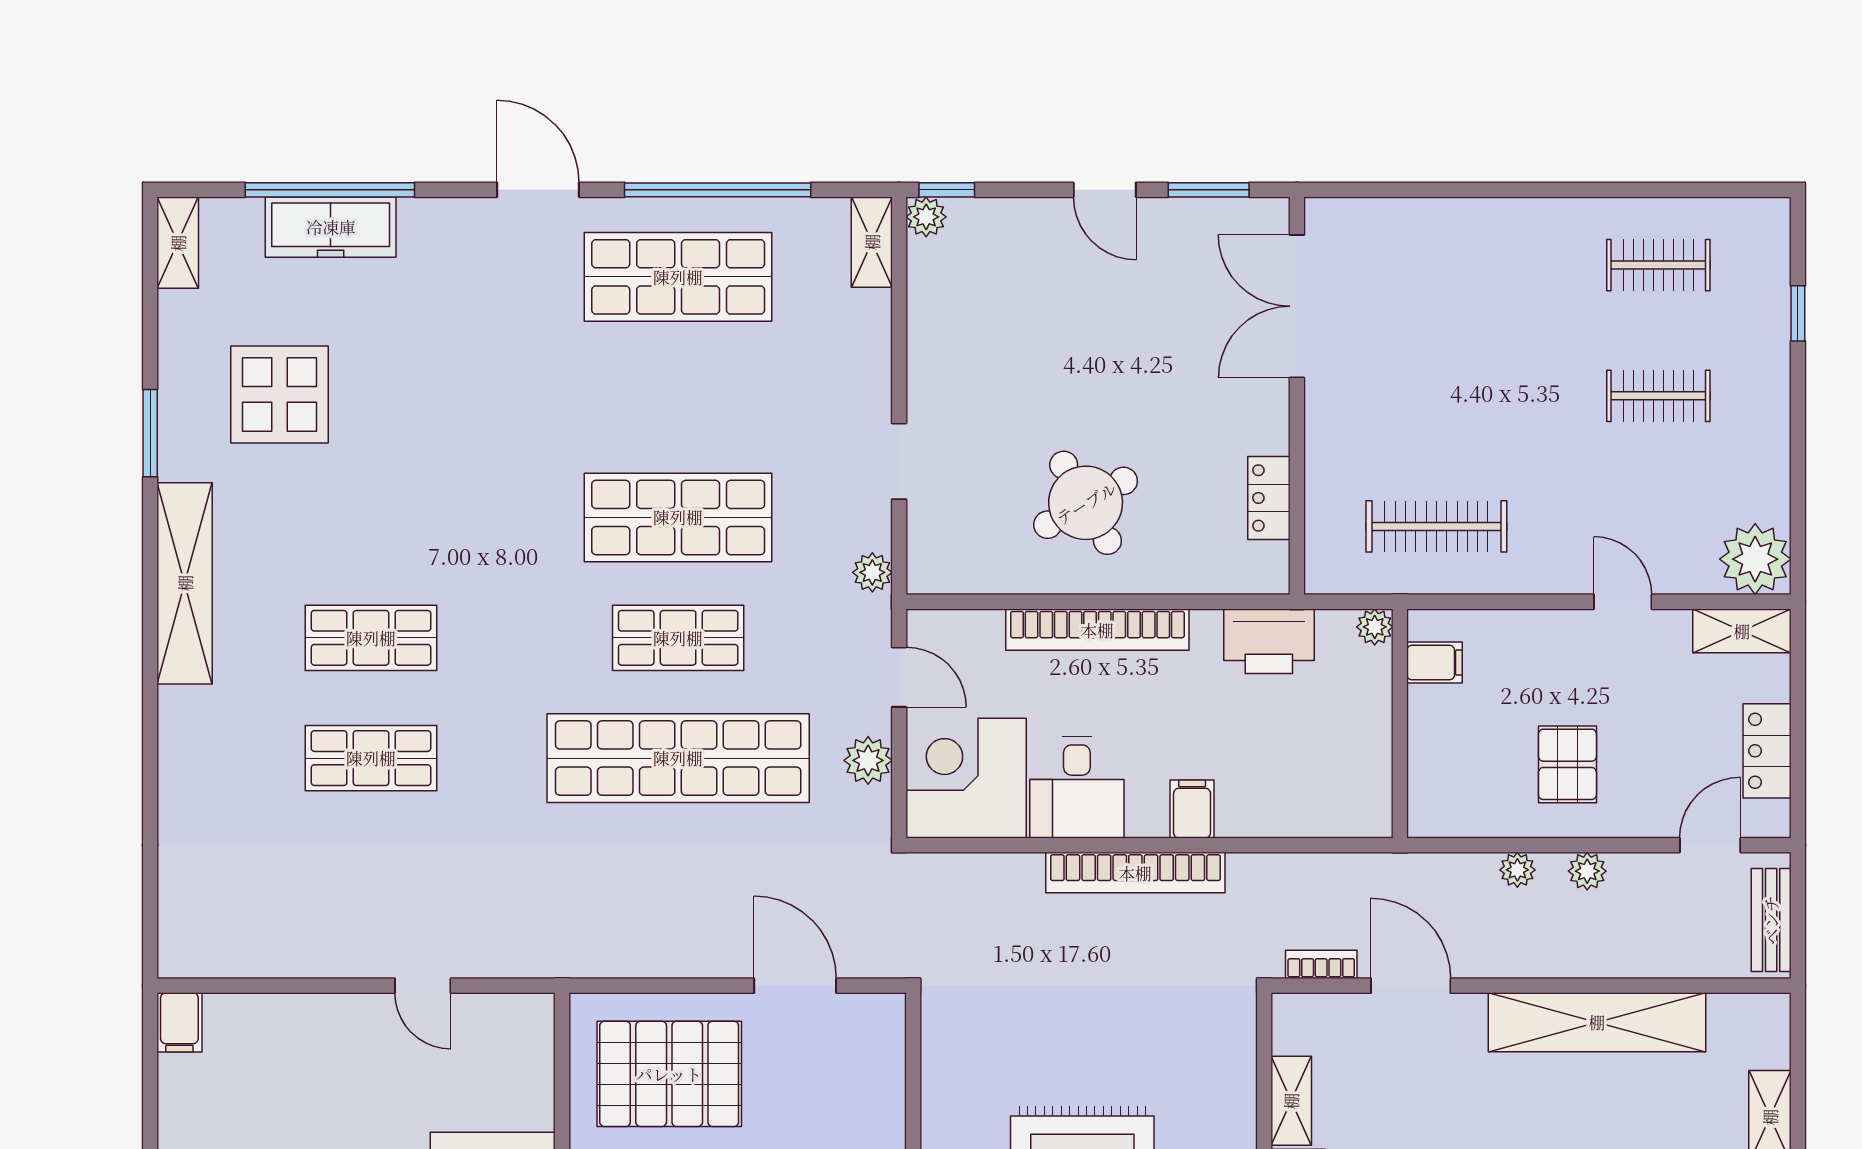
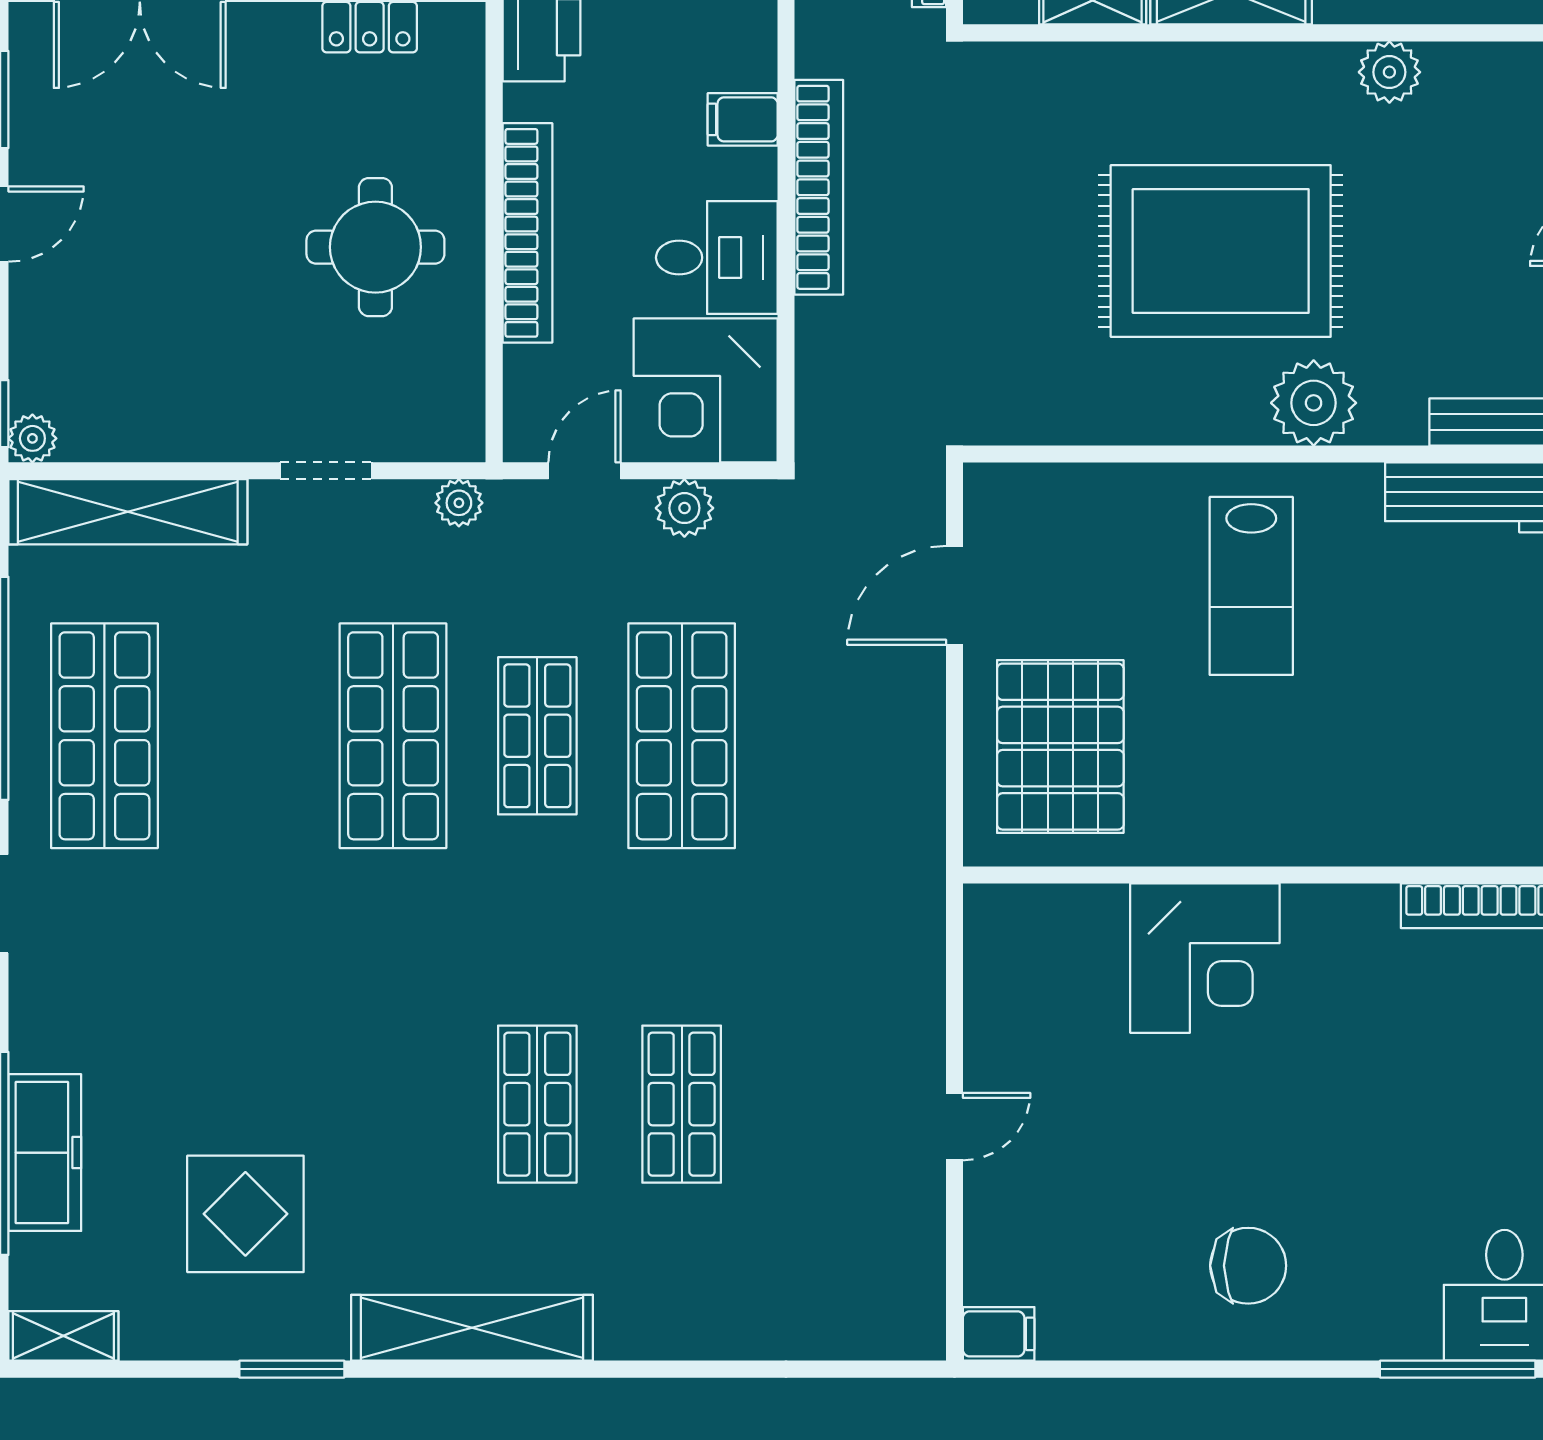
shelving: (872, 242) -> (128, 512), width x2.20, depth x1.33
round table: (1086, 503) -> (375, 247), turned 30
shop shelf: (678, 758) -> (682, 736), width x0.71
door: (423, 986) -> (954, 1127), moved

